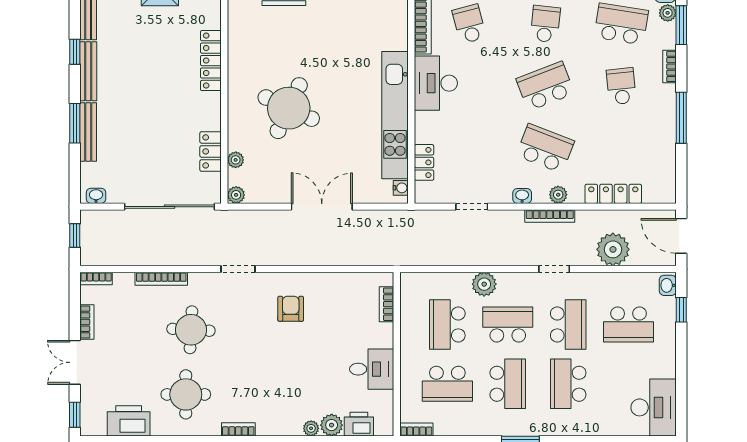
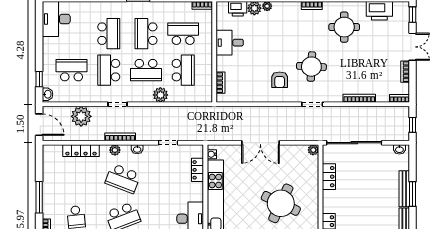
plant: (236, 160) -> (314, 171), removed
round table: (191, 330) -> (311, 67), moved

